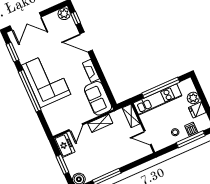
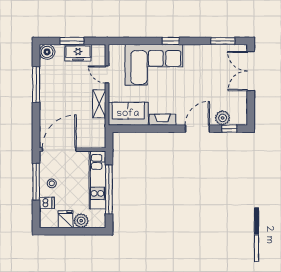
plant: (64, 14) -> (223, 118), moved
corner sofa: (46, 80) -> (154, 65), moved
window: (30, 91) -> (171, 41), width x0.32
shelving: (131, 116) -> (92, 142), removed
door: (148, 138) -> (59, 150), width x1.88
window: (191, 139) -> (36, 182), moved
freezer: (64, 145) -> (78, 53), moved

